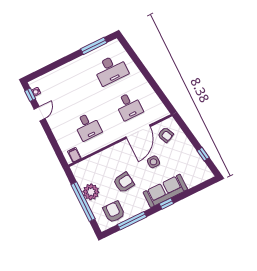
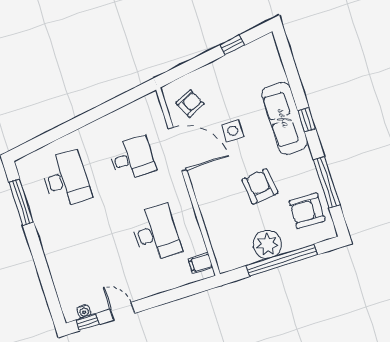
desk: (88, 126) -> (156, 233), width x1.37

